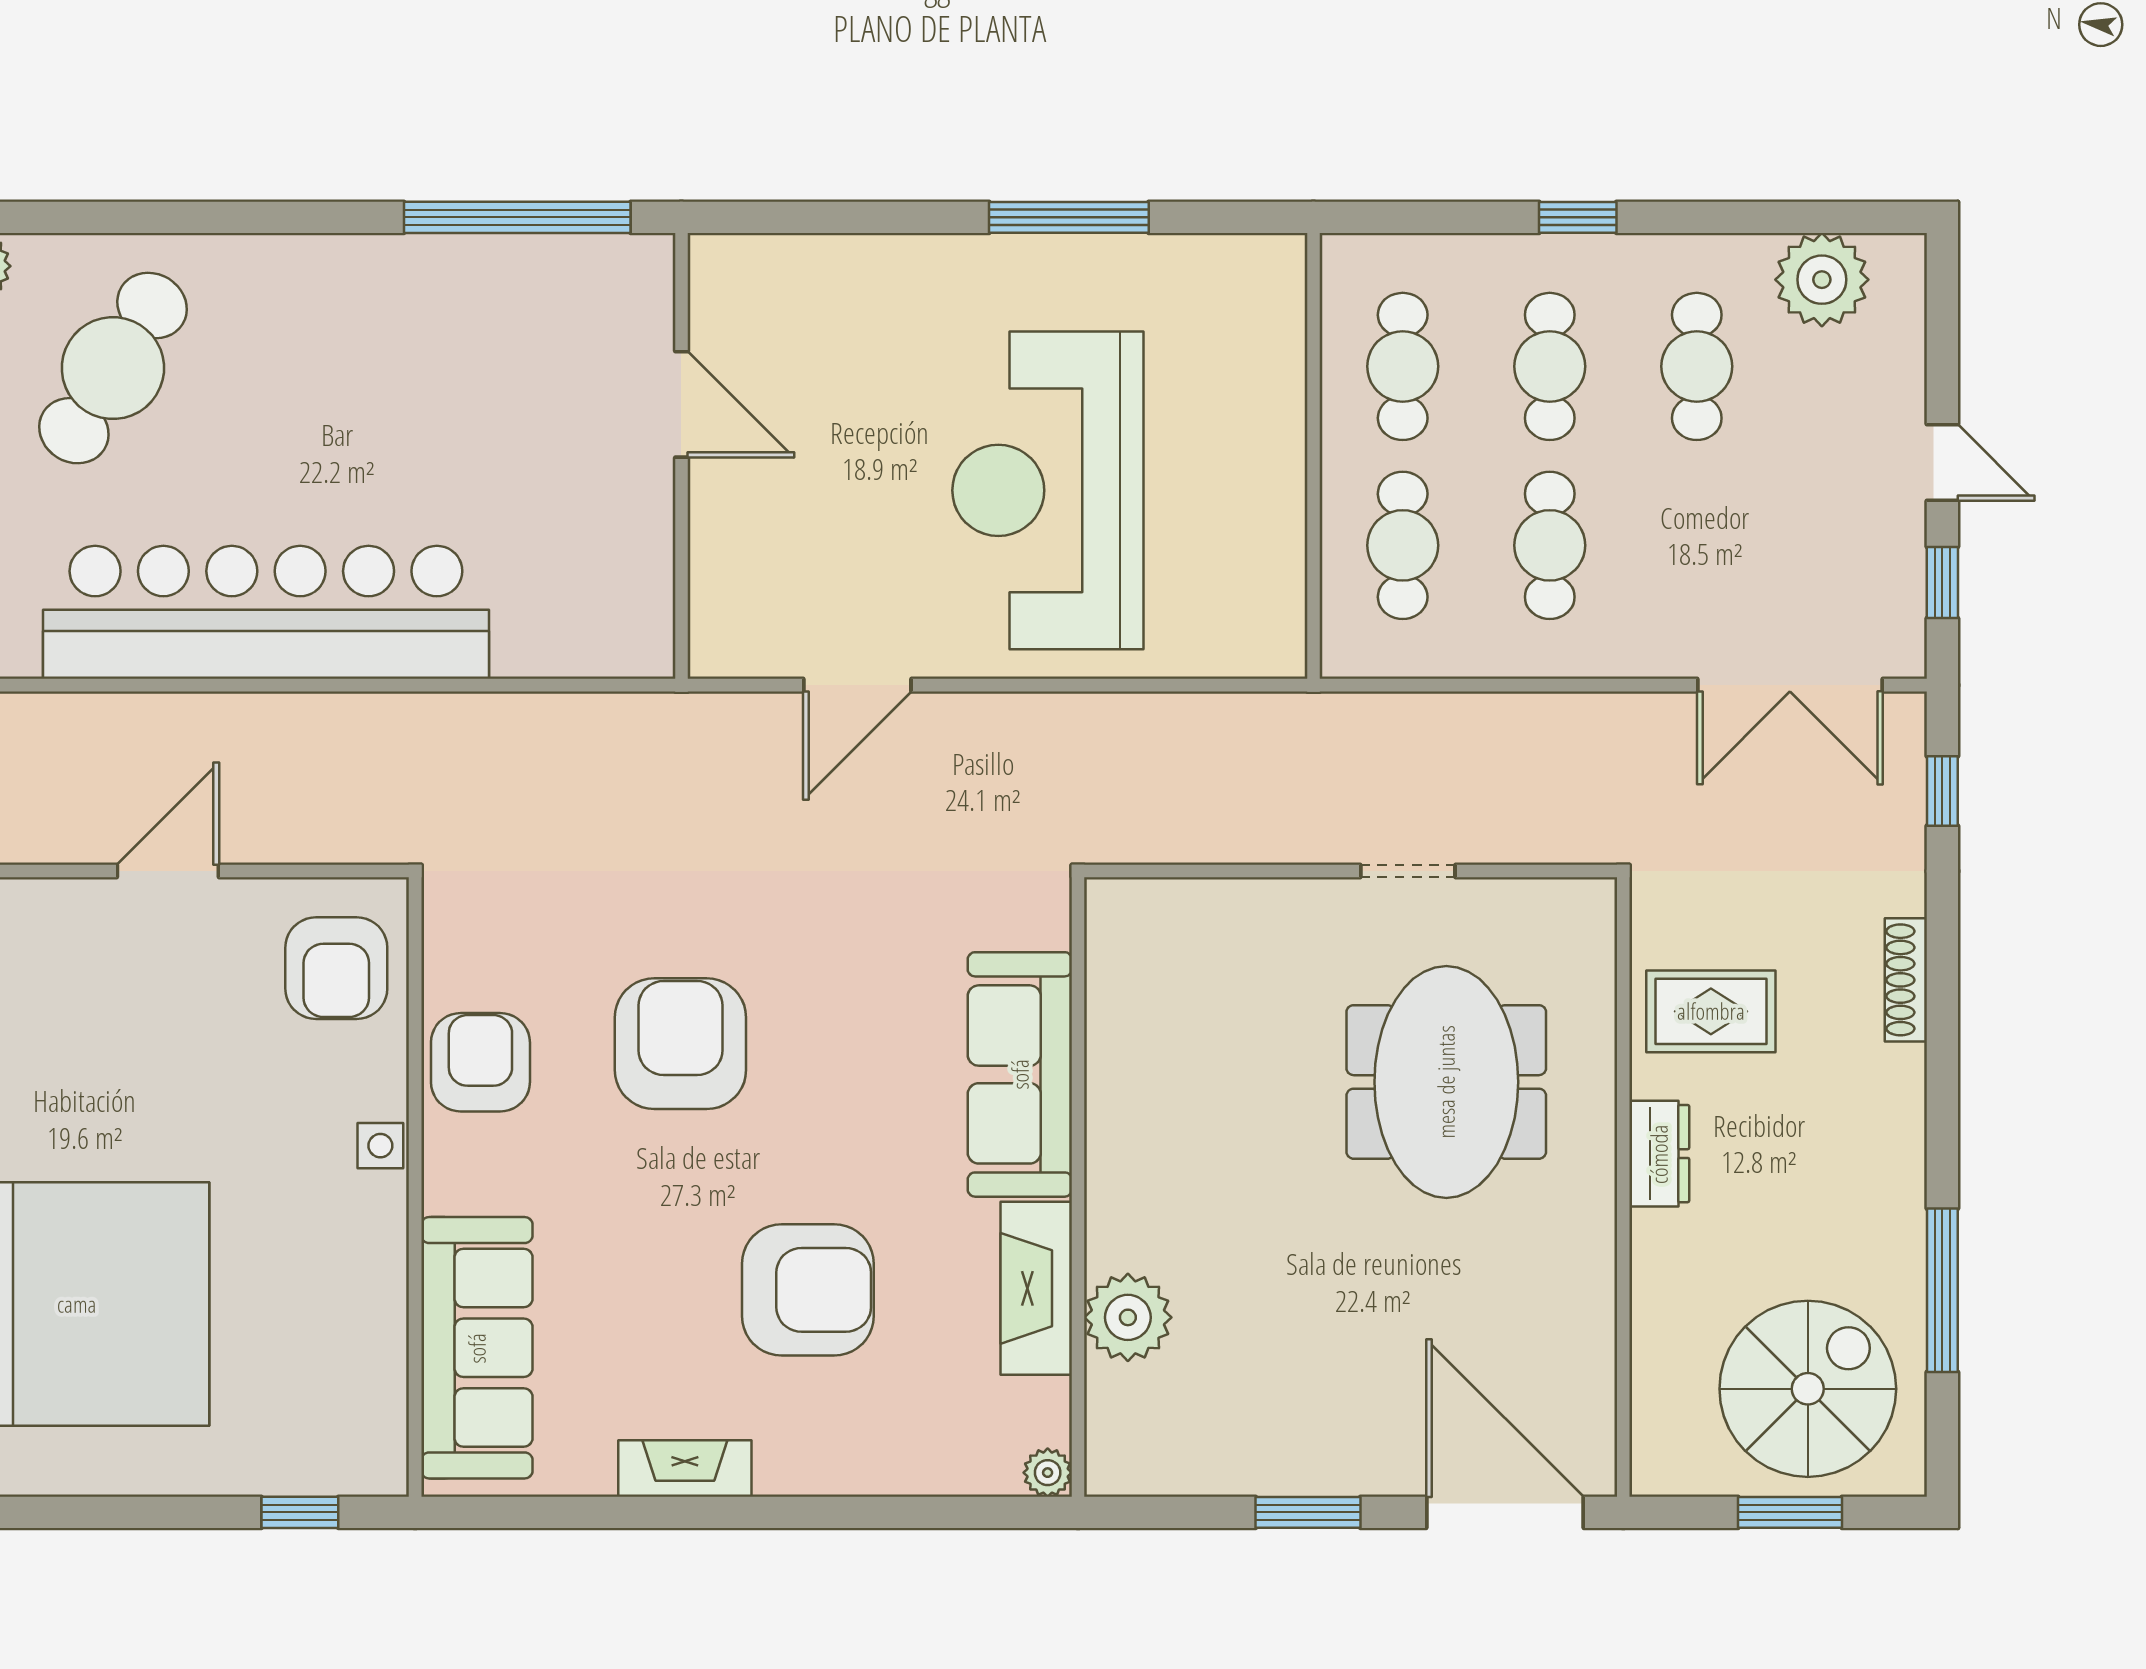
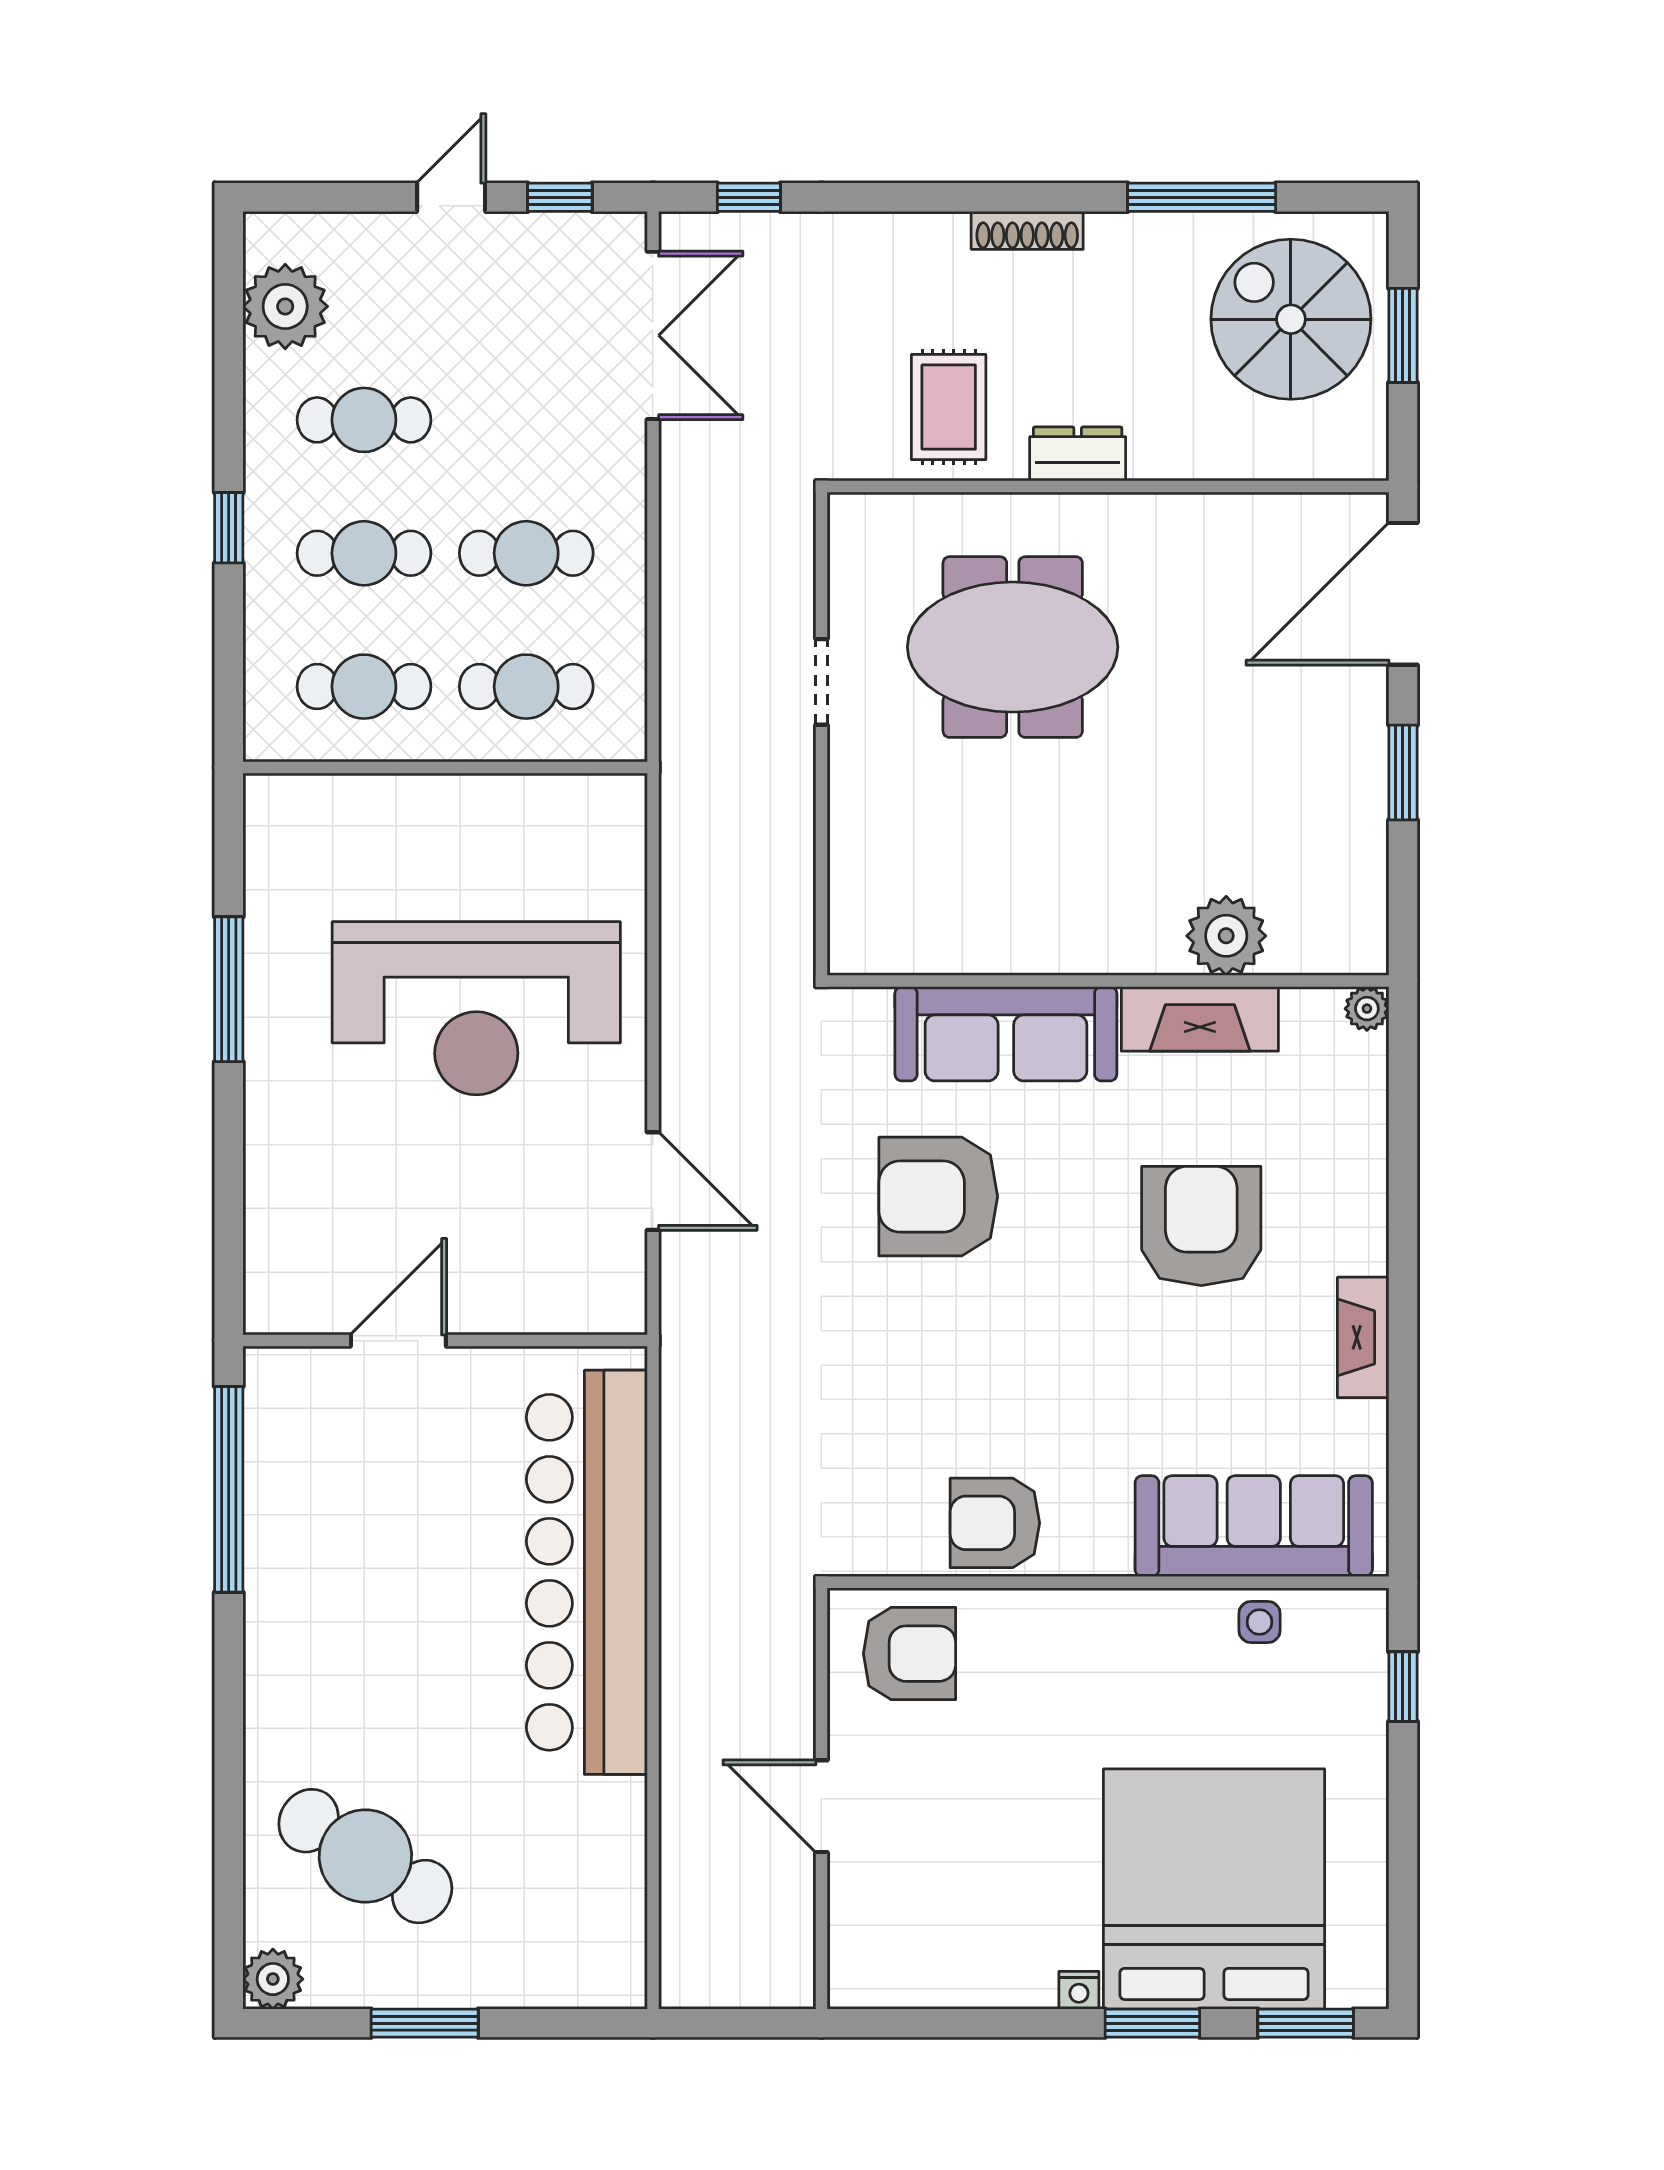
bar counter: (266, 612) -> (587, 1572), moved
shoe rack: (1906, 980) -> (1027, 230), moved
armchair: (680, 1044) -> (938, 1197), moved
side table: (380, 1146) -> (1260, 1622), moved

